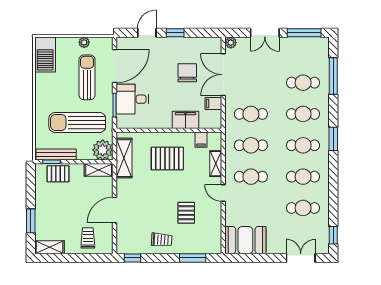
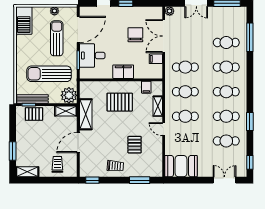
filing cabinet: (185, 120) -> (123, 72), moved
window: (333, 139) -> (250, 122), moved
shelving: (124, 158) -> (86, 114), moved

